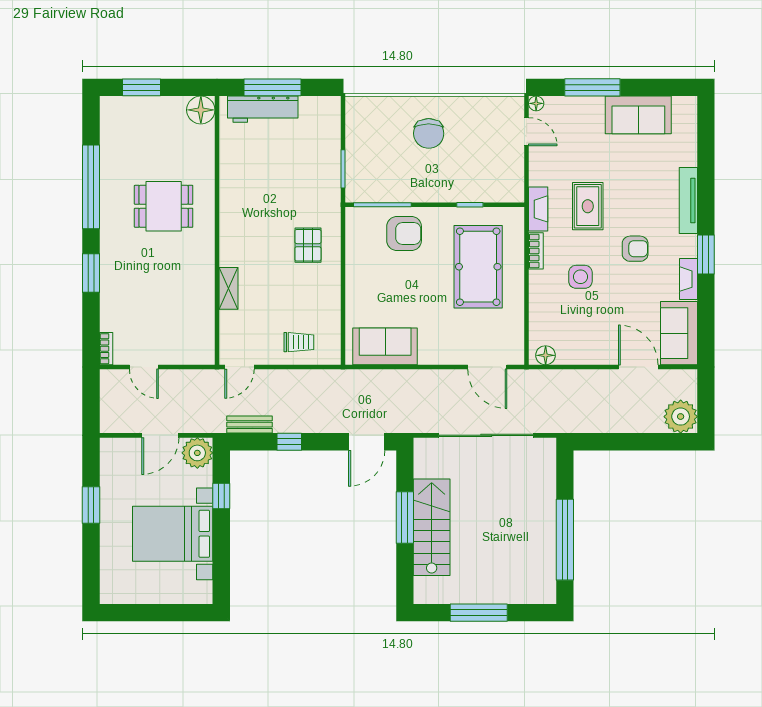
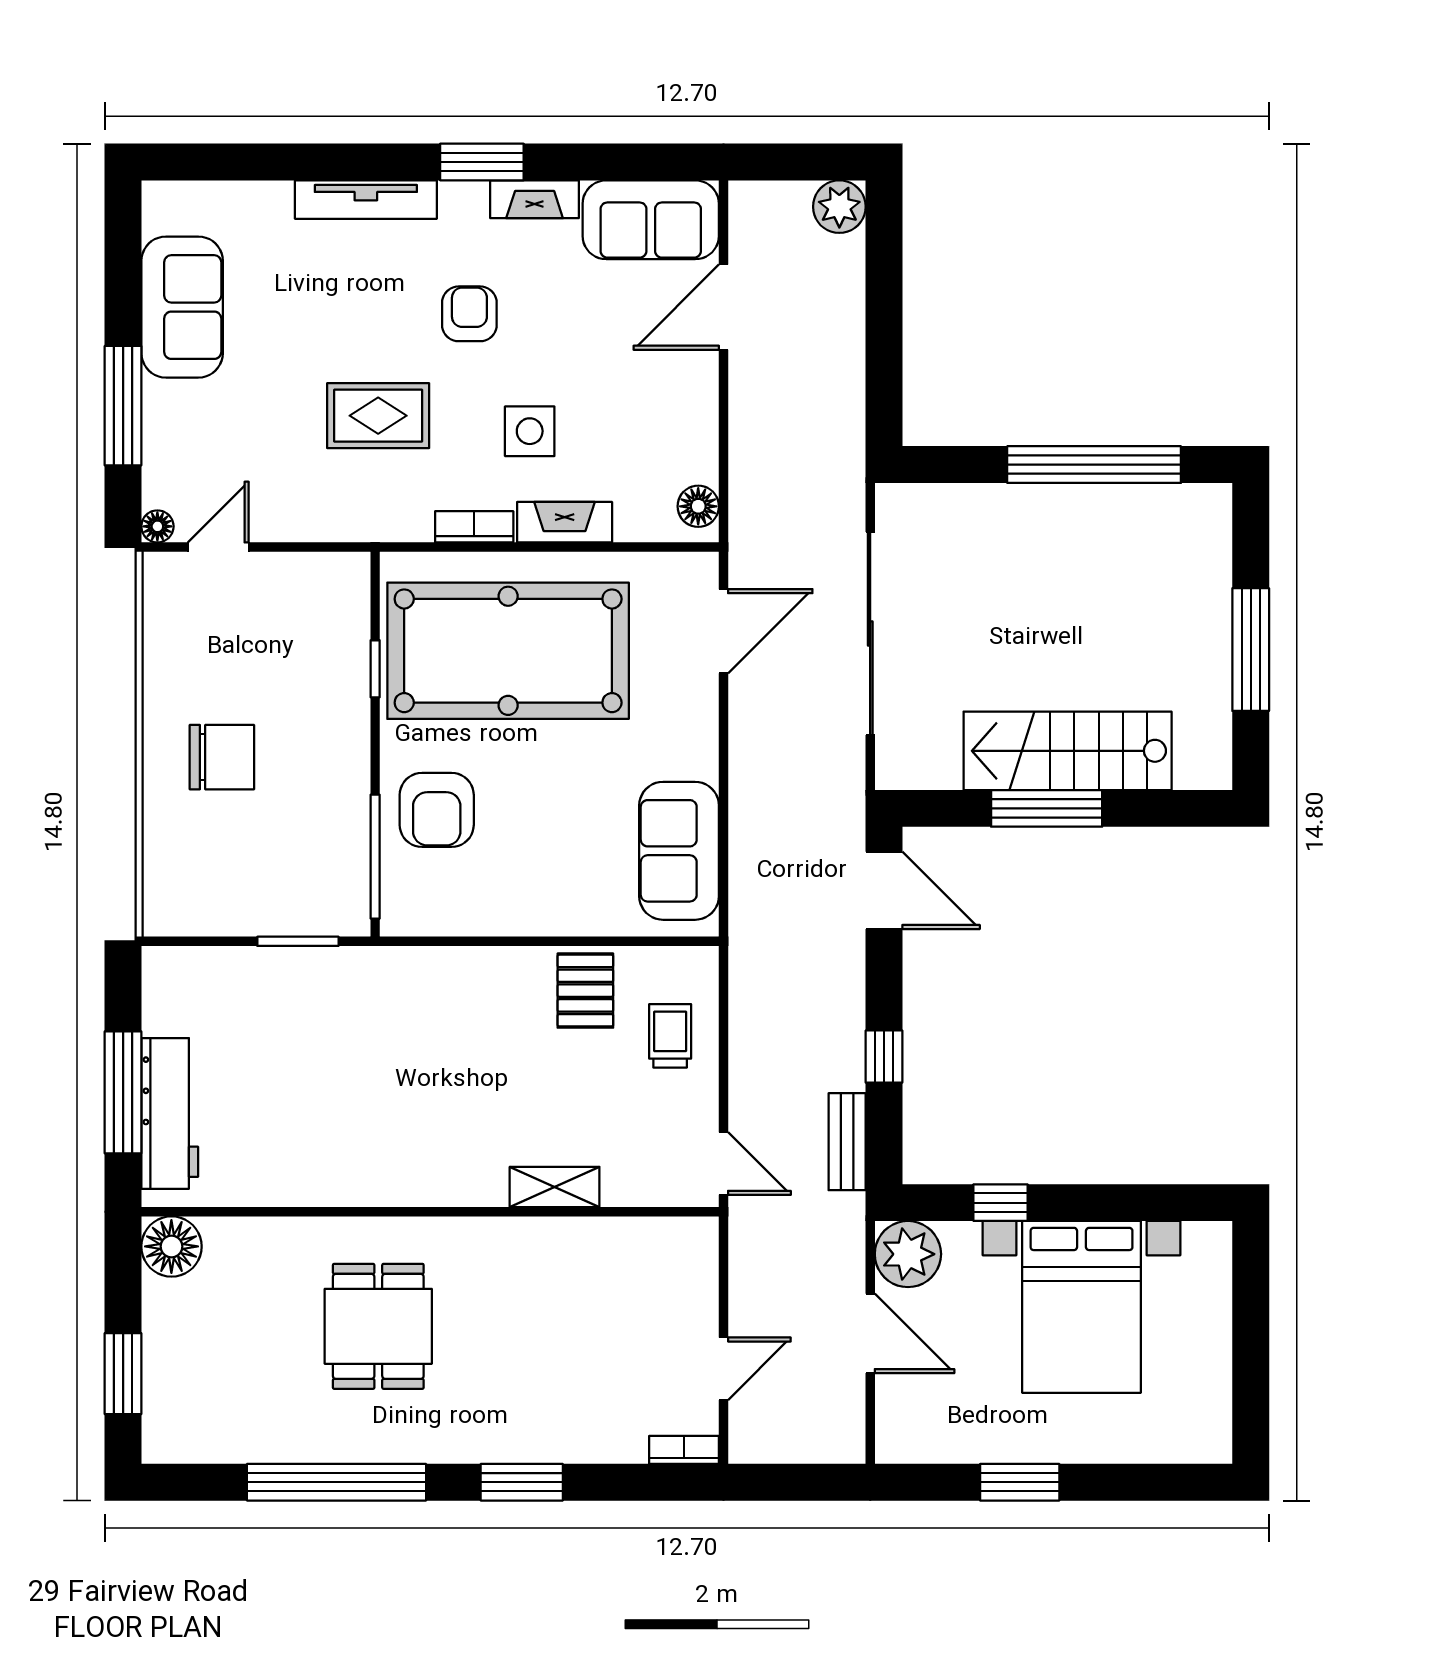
fireplace: (538, 209) -> (565, 522), moved
armchair: (404, 233) -> (437, 810), turned 180
pallet: (308, 245) -> (585, 991), moved, turned 90
pool table: (478, 267) -> (508, 651), width x1.36, depth x1.32
plant: (681, 417) -> (839, 207), width x0.73, depth x0.73

